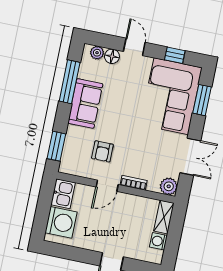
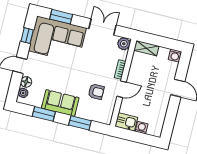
window: (70, 82) -> (44, 114), width x0.69
window: (56, 146) -> (80, 123), moved
door: (107, 186) -> (122, 89), hinge flipped
washing machine: (61, 222) -> (142, 128), width x0.53, depth x0.53
washing machine: (158, 241) -> (175, 56), moved

